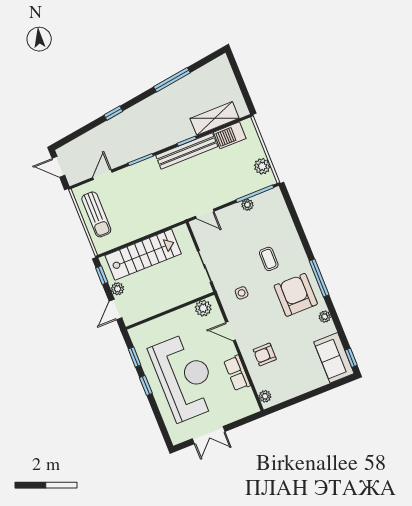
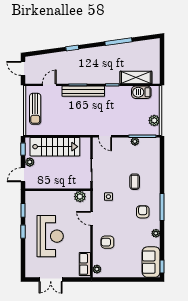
bench: (187, 151) -> (83, 91), moved
armchair: (296, 295) -> (143, 212), width x0.53, depth x0.53
row of seats: (237, 373) -> (85, 264), moved
reception desk: (185, 377) -> (50, 236), width x0.74, depth x0.77

